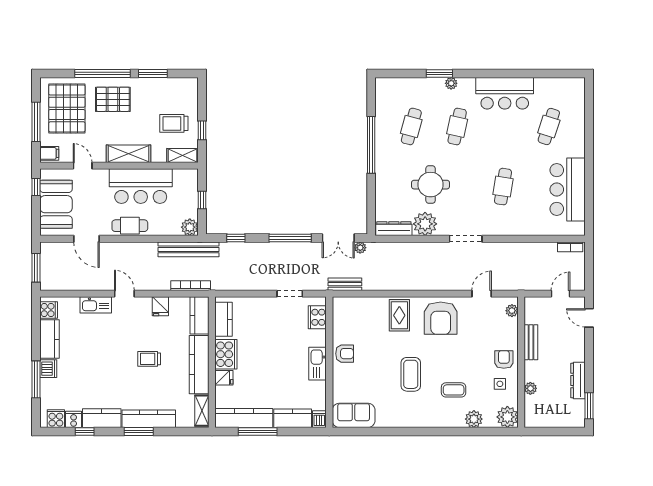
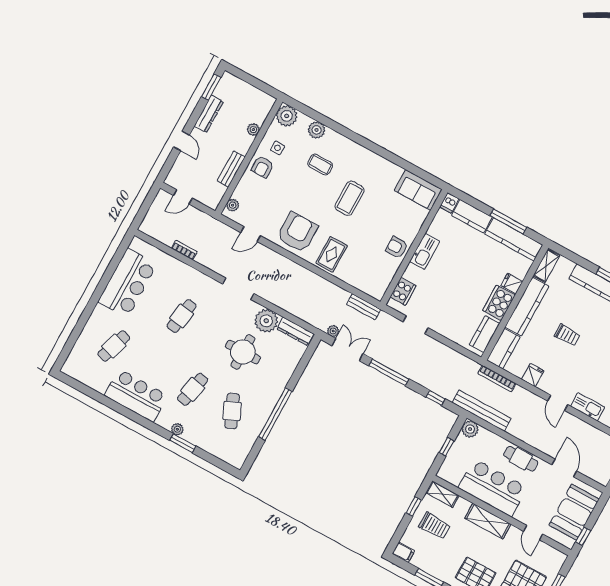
cafe table: (411, 126) -> (232, 411), turned -39
filing cabinet: (49, 153) -> (403, 552), moved, turned 180
bookcase: (570, 247) -> (184, 250), moved
door: (589, 318) -> (182, 141), moved

